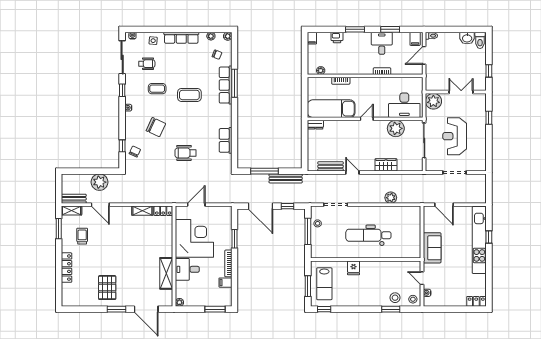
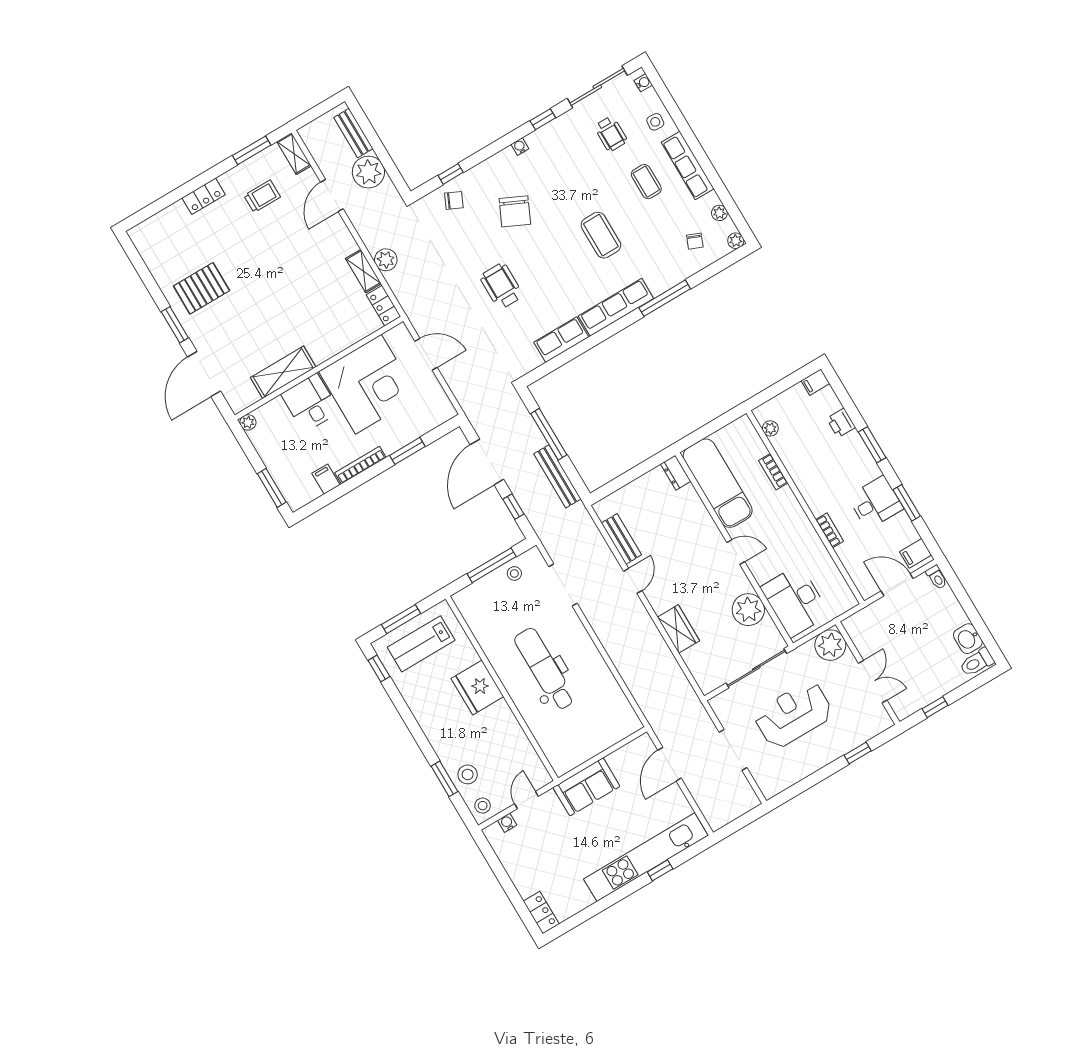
row of seats: (226, 85) -> (616, 307), moved
coffee table: (157, 89) -> (646, 182), moved
plant: (391, 198) -> (386, 260), moved
bench: (74, 199) -> (353, 133), moved
locker: (67, 268) -> (204, 196), width x0.66
fridge: (354, 268) -> (477, 688), width x1.88, depth x1.34

